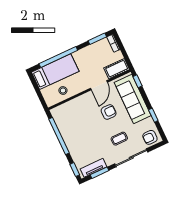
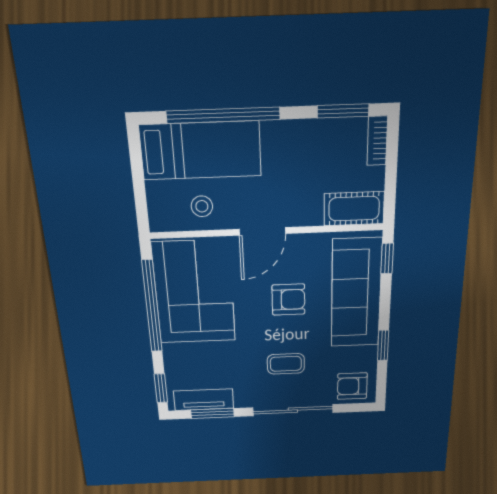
door: (99, 85) -> (262, 231), moved
corner sofa: (72, 124) -> (194, 292), added

